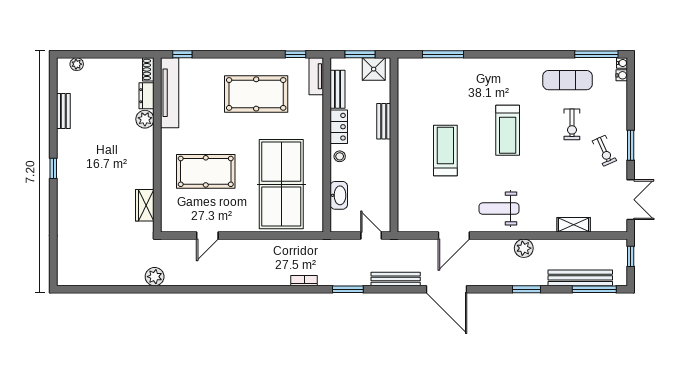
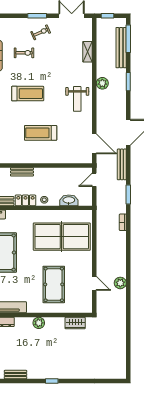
plant: (145, 119) -> (39, 323), moved
door: (454, 236) -> (94, 144), moved
plant: (155, 277) -> (120, 283), moved

